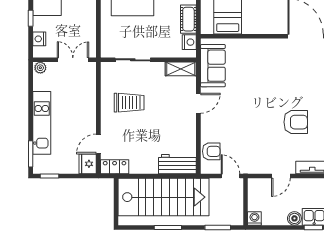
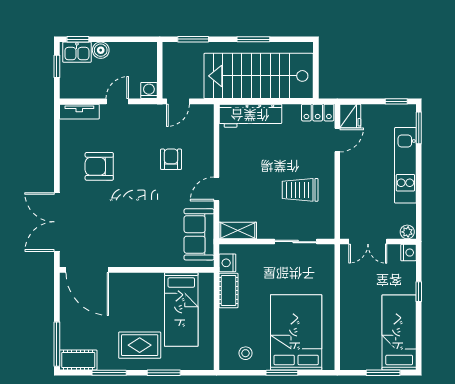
nightstand: (39, 39) -> (408, 253), moved
armchair: (211, 151) -> (171, 159), moved, turned 90
workbench: (177, 164) -> (250, 116), width x1.38
door: (230, 176) -> (178, 101), hinge flipped
washing machine: (254, 218) -> (149, 91), moved, turned 180

